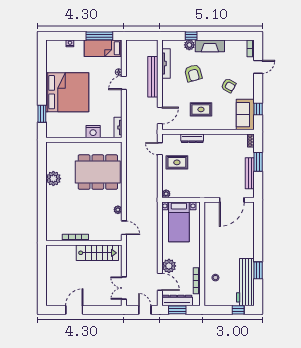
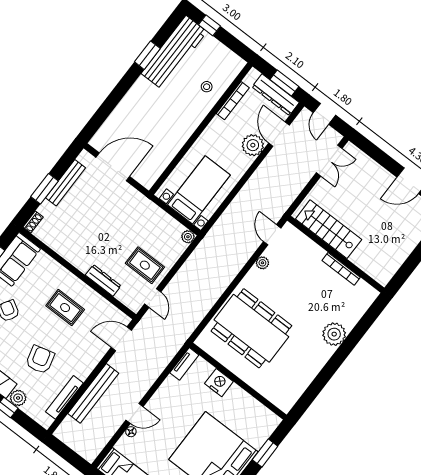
plant: (53, 179) -> (334, 334), moved

